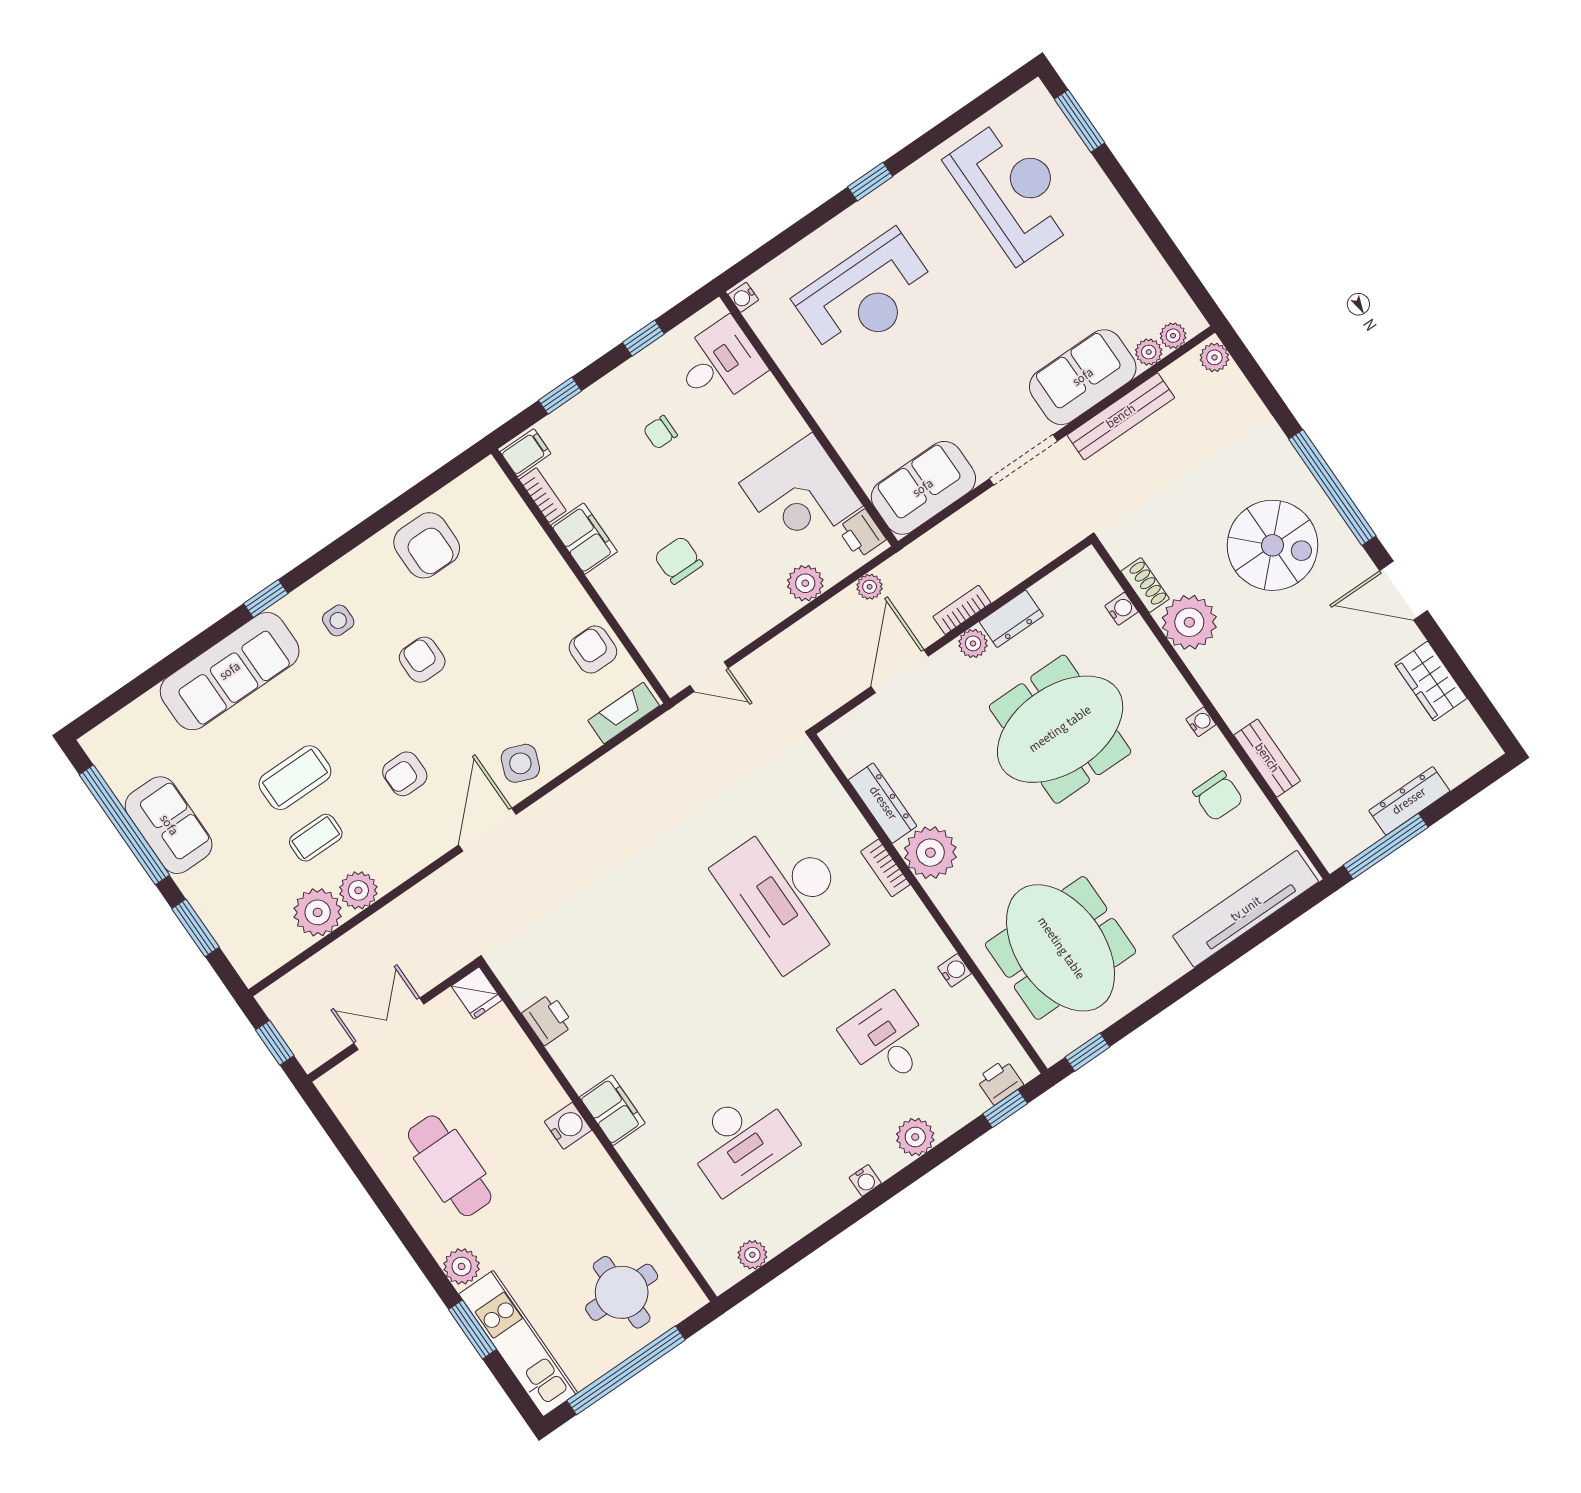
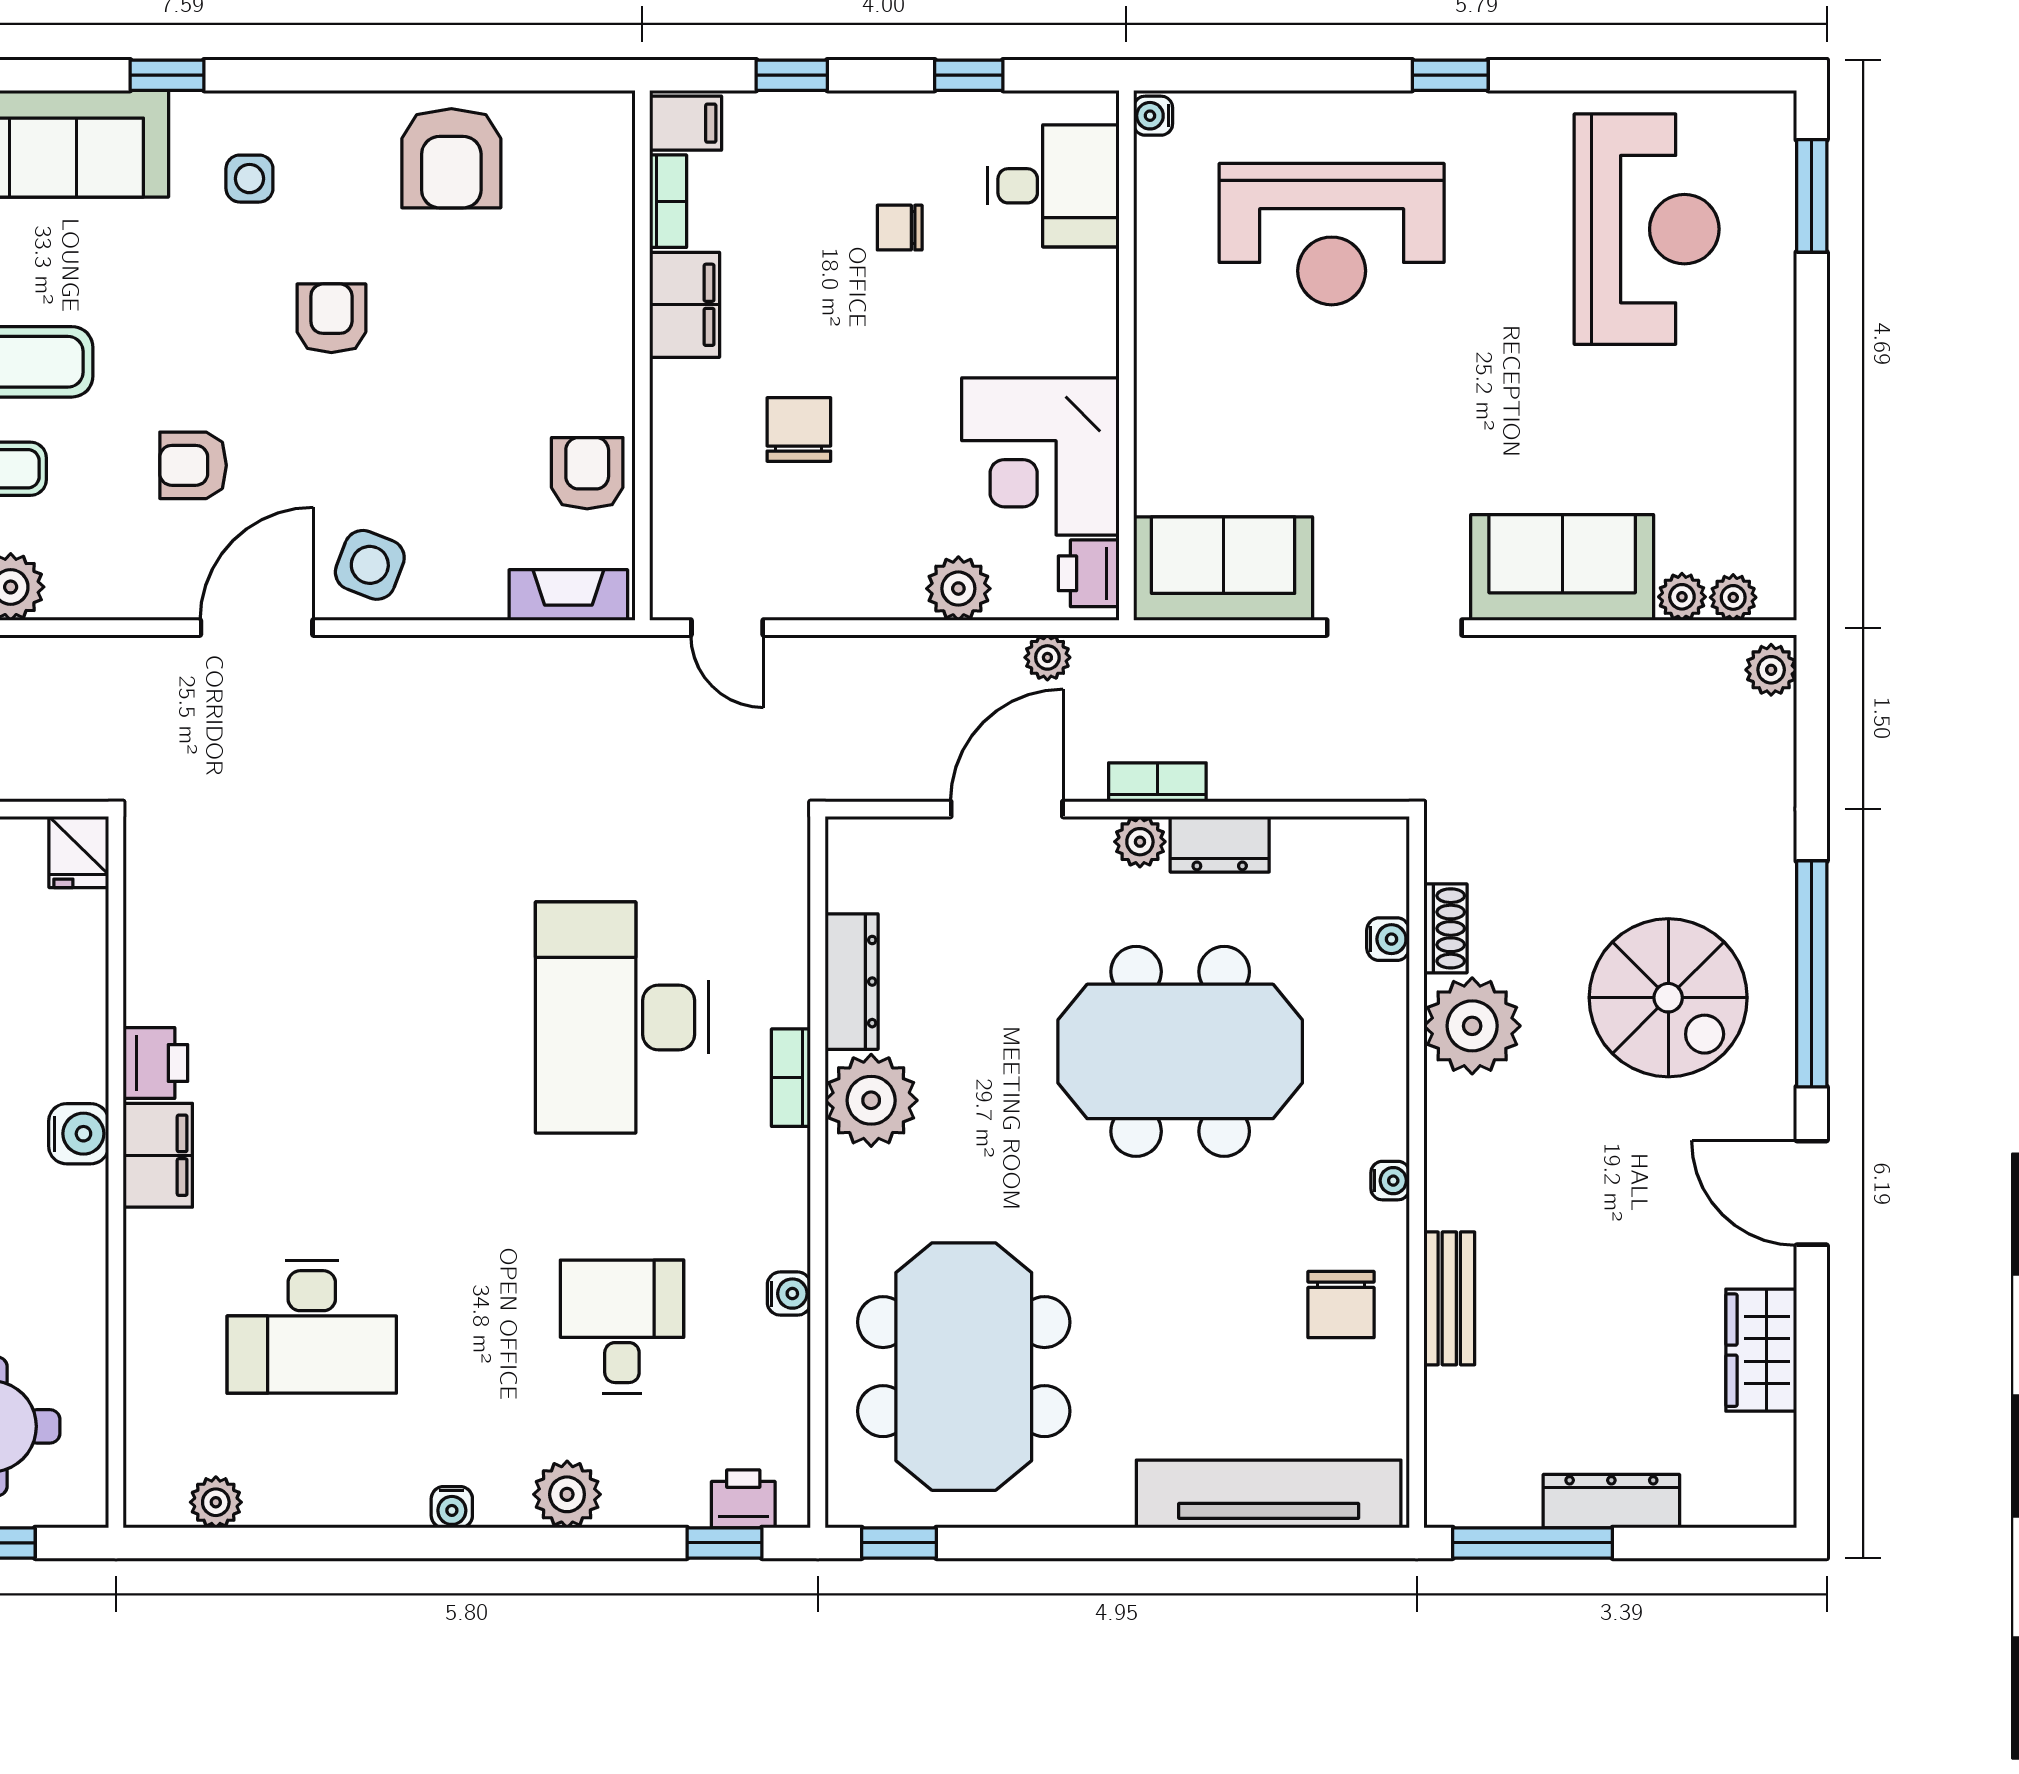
bench: (1121, 416) -> (1578, 662), removed
printer: (548, 1019) -> (155, 1063), moved

